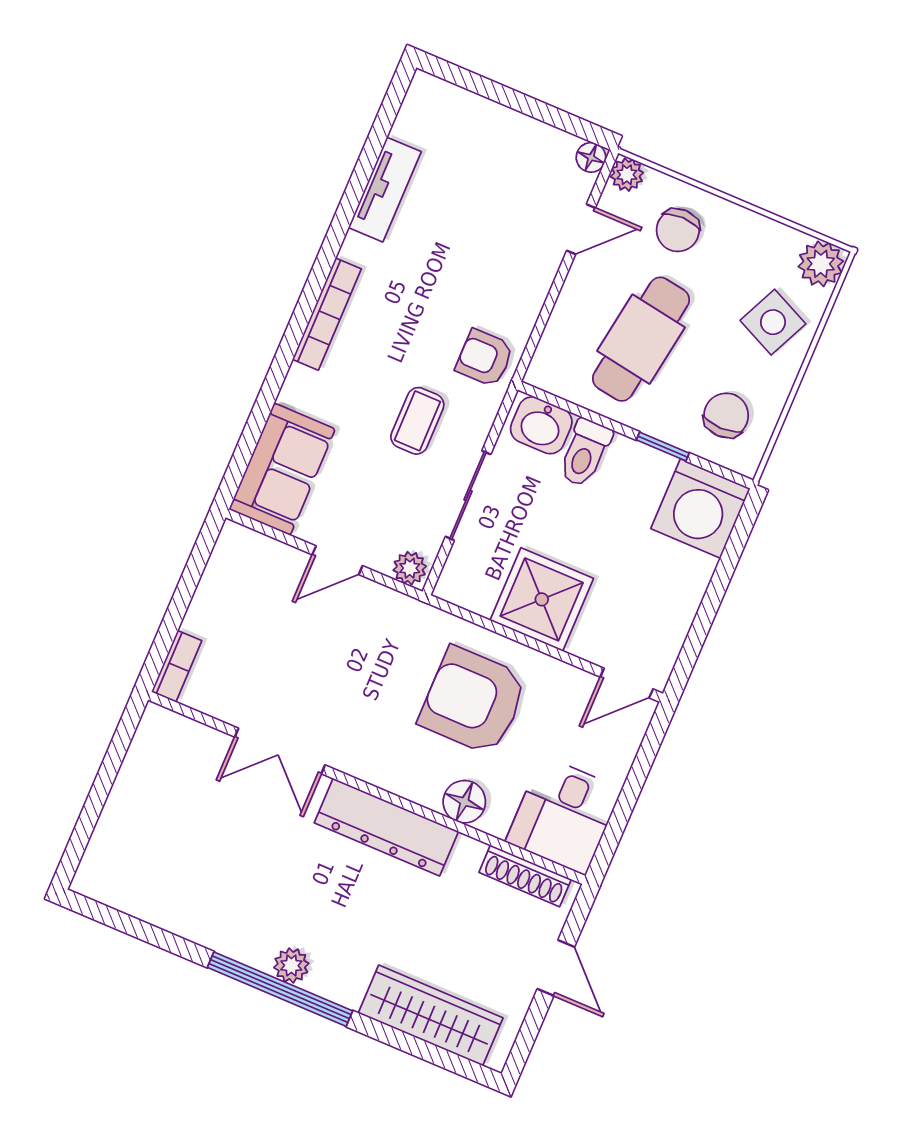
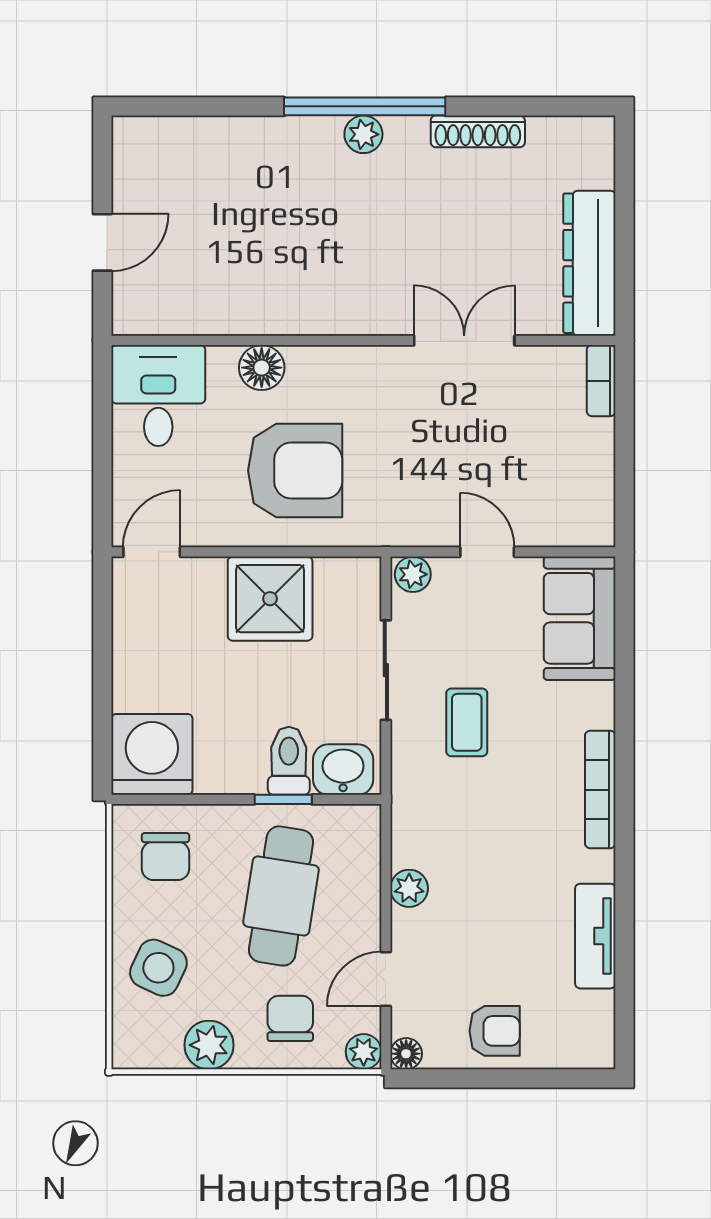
plant: (821, 264) -> (209, 1045), moved
plant: (528, 299) -> (409, 888), added
armchair: (485, 358) -> (495, 1031), moved
window: (663, 447) -> (283, 799), moved
door: (337, 560) -> (487, 552), hinge flipped
dresser: (386, 827) -> (589, 263), moved, turned -90
shoe rack: (525, 876) -> (478, 131), moved, turned 180
door: (556, 968) -> (102, 242), swing flipped
wardrobe: (431, 1015) -> (206, 143), removed

